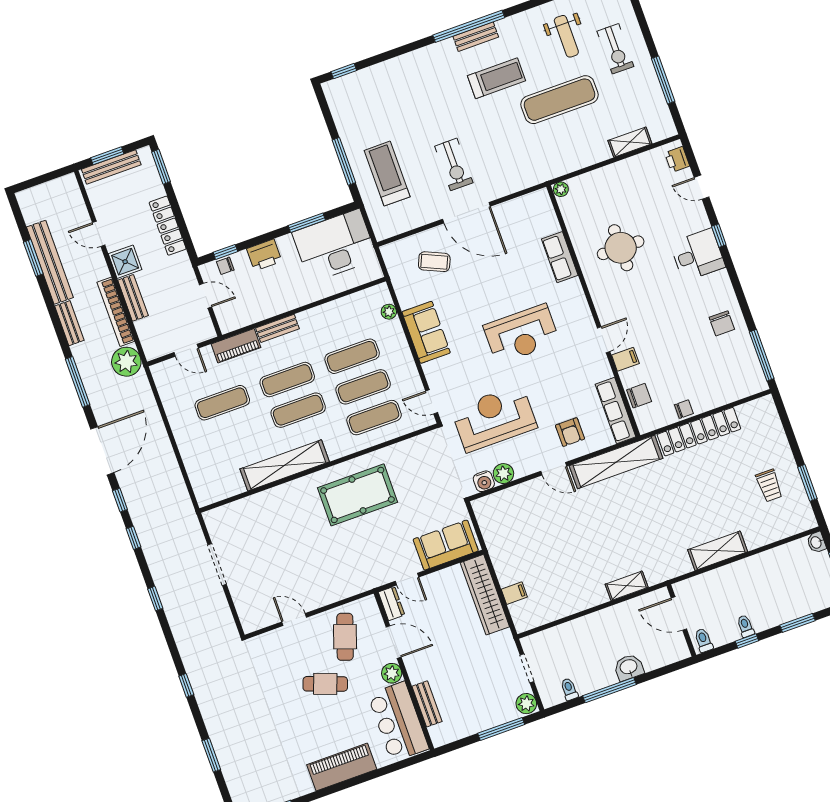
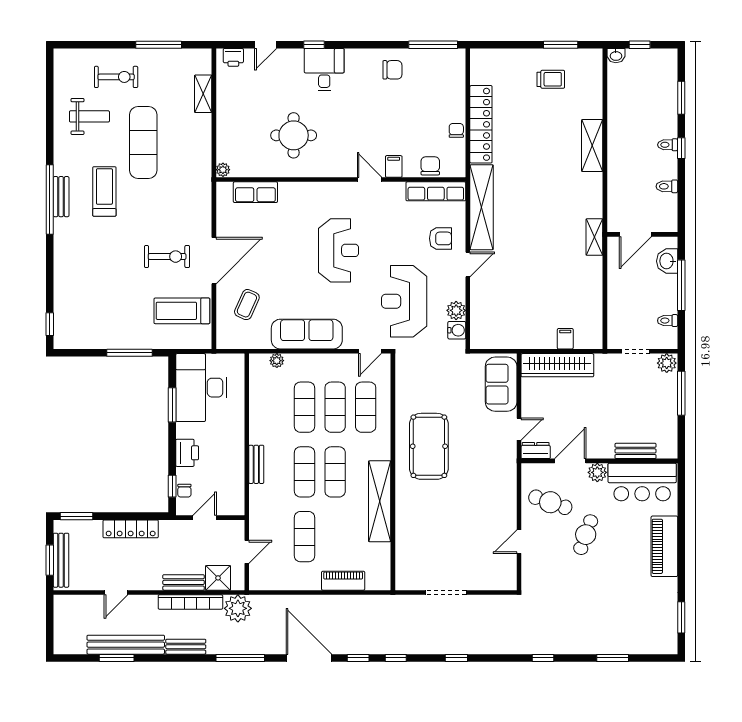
treadmill: (387, 174) -> (182, 311), moved
row of seats: (560, 257) -> (255, 192), moved
shower: (125, 262) -> (218, 578), moved
sofa: (426, 332) -> (307, 334), width x1.36
piano: (236, 346) -> (343, 581), moved, turned -90
door: (679, 613) -> (635, 234), moved
wall: (681, 620) -> (642, 234), moved

